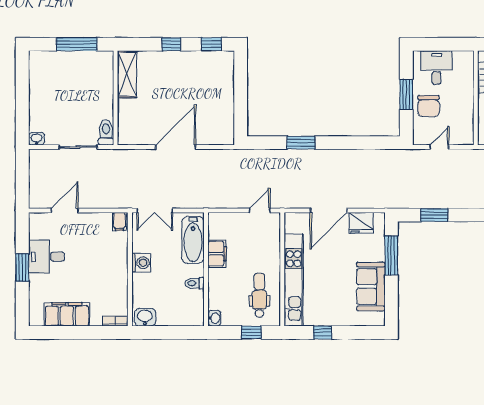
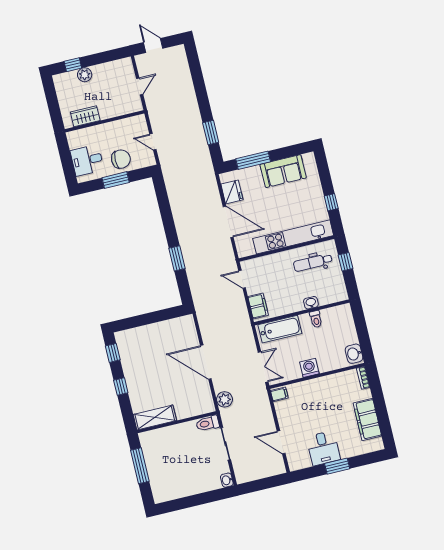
plant: (128, 158) -> (224, 399), added
filing cabinet: (217, 254) -> (258, 306), moved, turned 90
washbasin: (214, 318) -> (311, 303), moved

